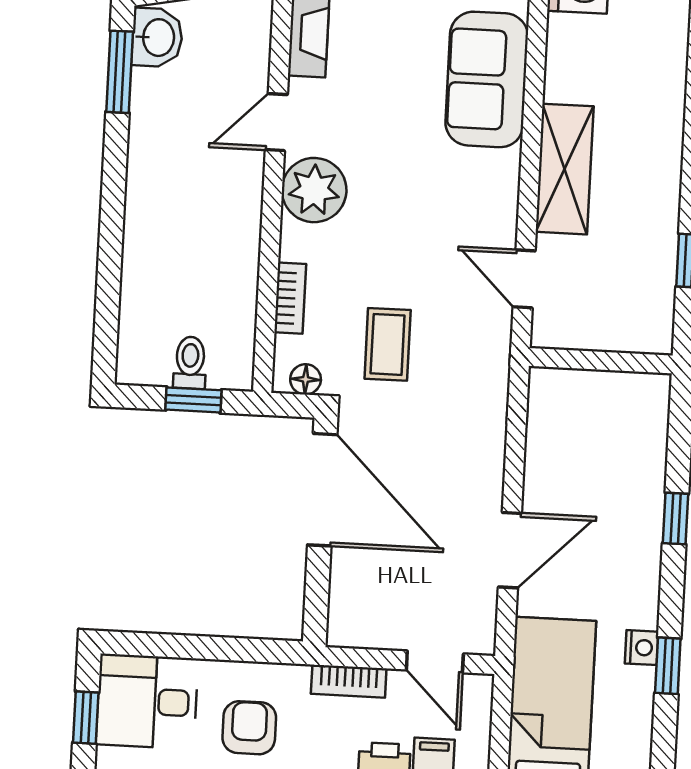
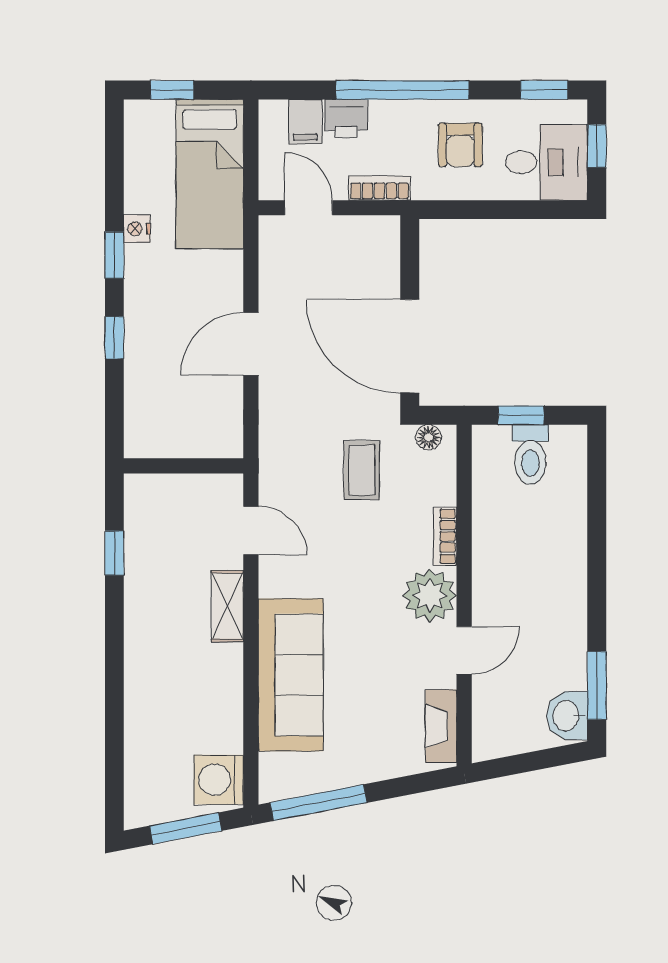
sofa: (487, 79) -> (291, 675), width x1.36
shelving: (565, 169) -> (227, 606), width x0.67, depth x0.75
bookcase: (290, 298) -> (445, 536), moved
toilet: (190, 363) -> (530, 455), width x1.37, depth x1.39
door: (510, 550) -> (251, 344), moved
window: (668, 666) -> (114, 255), moved

